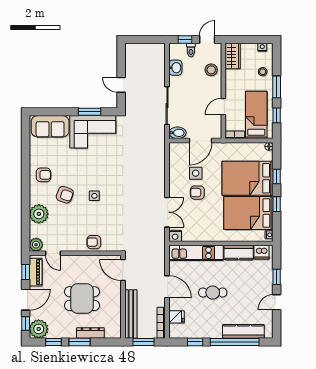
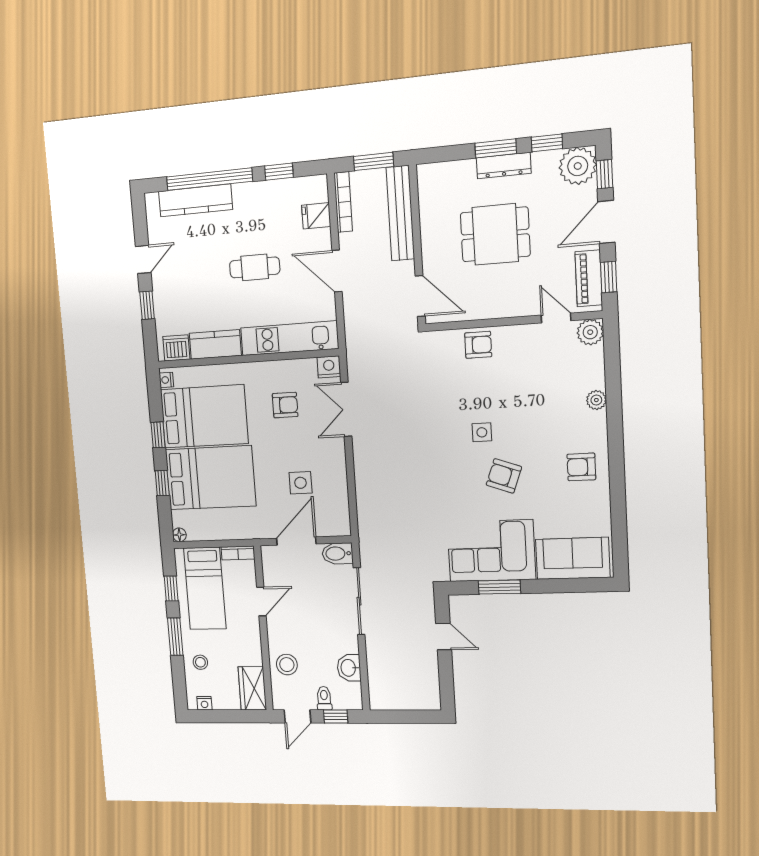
armchair: (197, 193) -> (285, 405), moved
armchair: (65, 195) -> (504, 476), moved
plant: (39, 214) -> (596, 400), width x0.53, depth x0.53
dresser: (90, 333) -> (504, 166), moved

